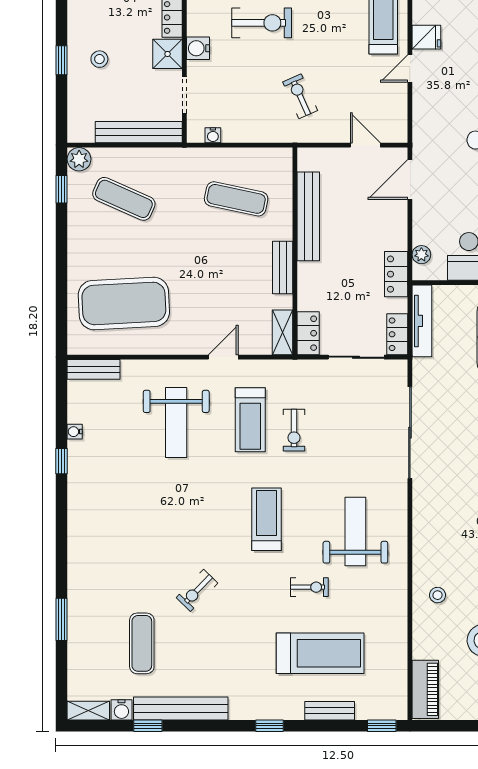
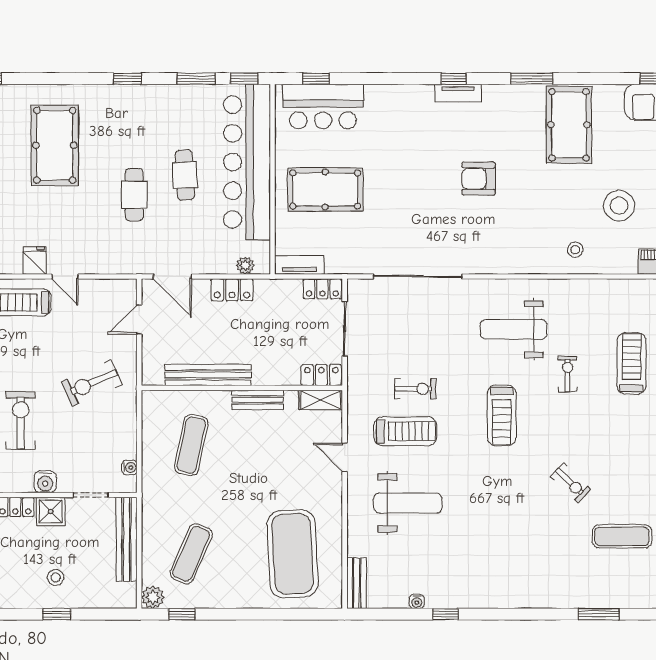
exercise bike: (300, 96) -> (92, 383), width x1.38, depth x1.39
locker: (396, 274) -> (232, 290), moved
tv unit: (422, 321) -> (299, 265), width x0.71
treadmill: (266, 519) -> (502, 416), turned -90
treadmill: (320, 653) -> (632, 363), width x0.73, depth x0.73

